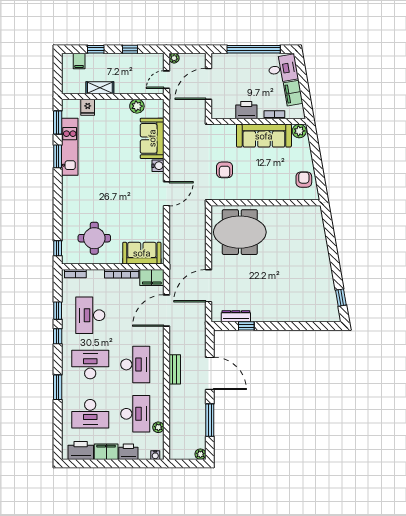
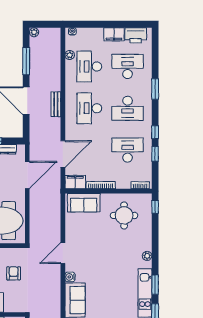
plant: (67, 190) -> (147, 256), added
desk: (90, 315) -> (128, 150), turned -90
printer: (128, 452) -> (95, 34), removed

